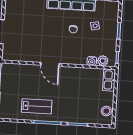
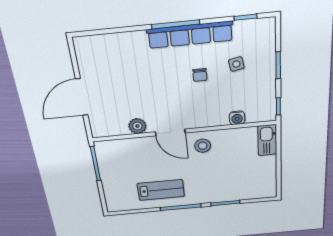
plant: (103, 61) -> (137, 126), moved
stool: (106, 111) -> (203, 146), moved

